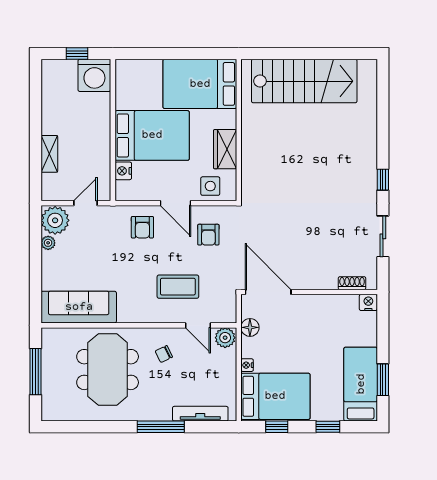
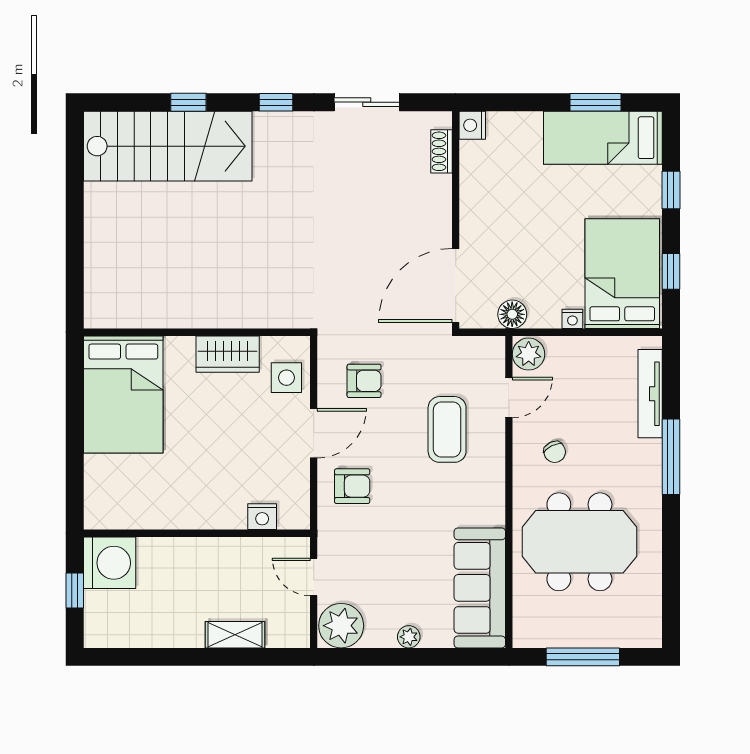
stairs: (304, 81) -> (168, 146), moved, turned 90
window: (383, 125) -> (188, 102), added
bed: (152, 135) -> (206, 471), removed
plant: (48, 243) -> (409, 637), moved

